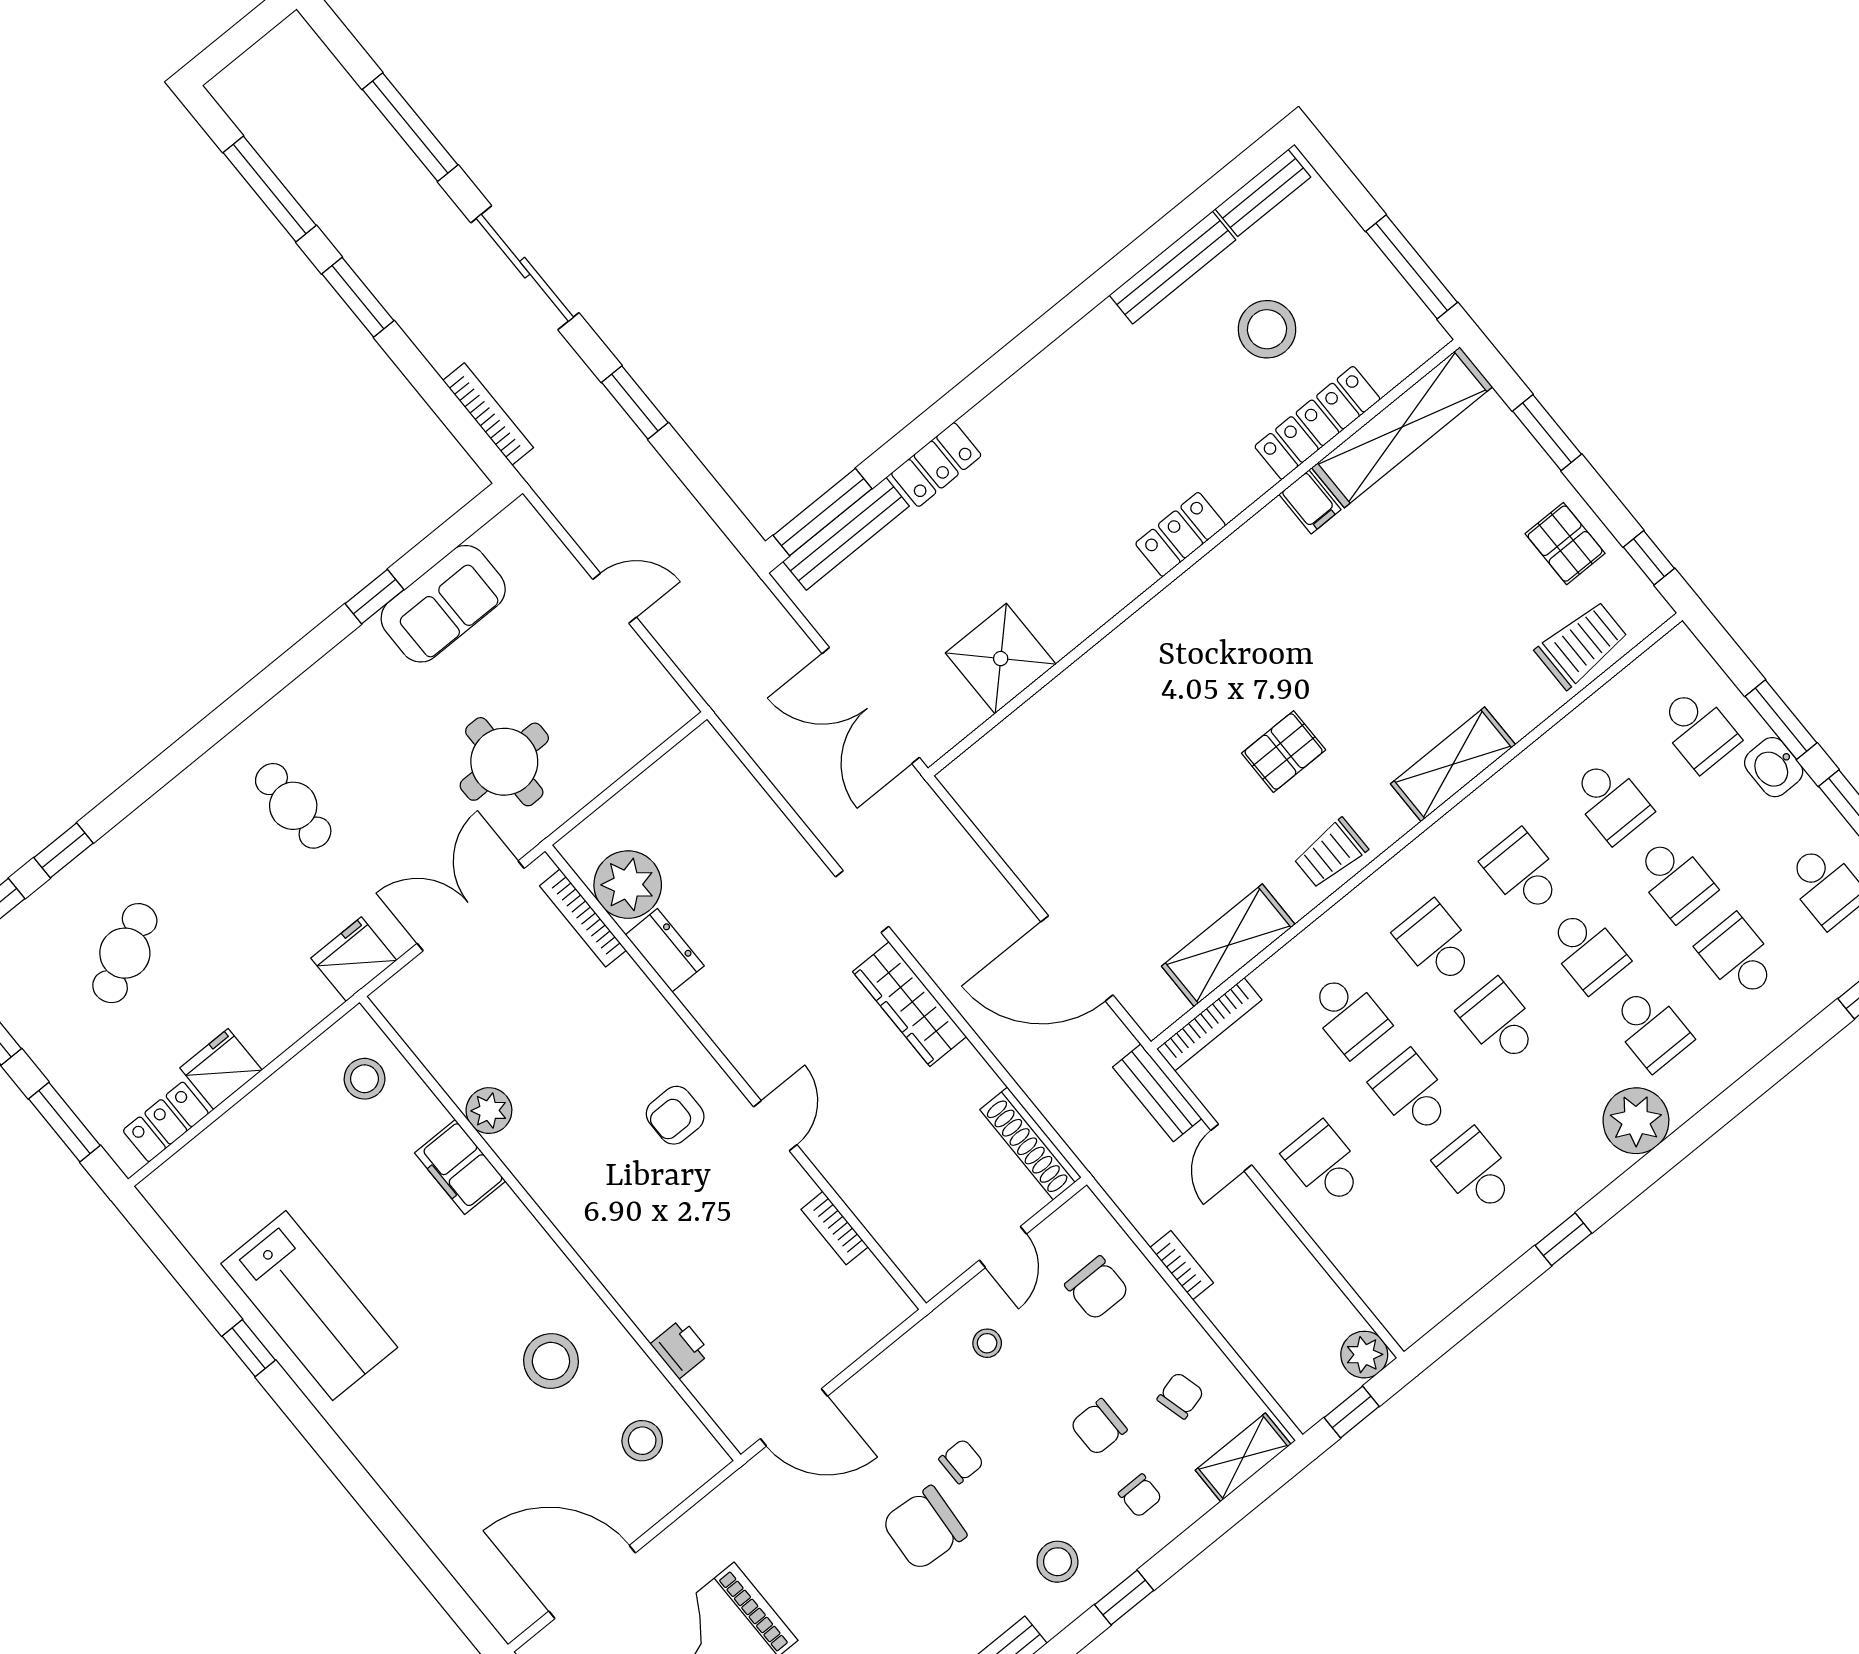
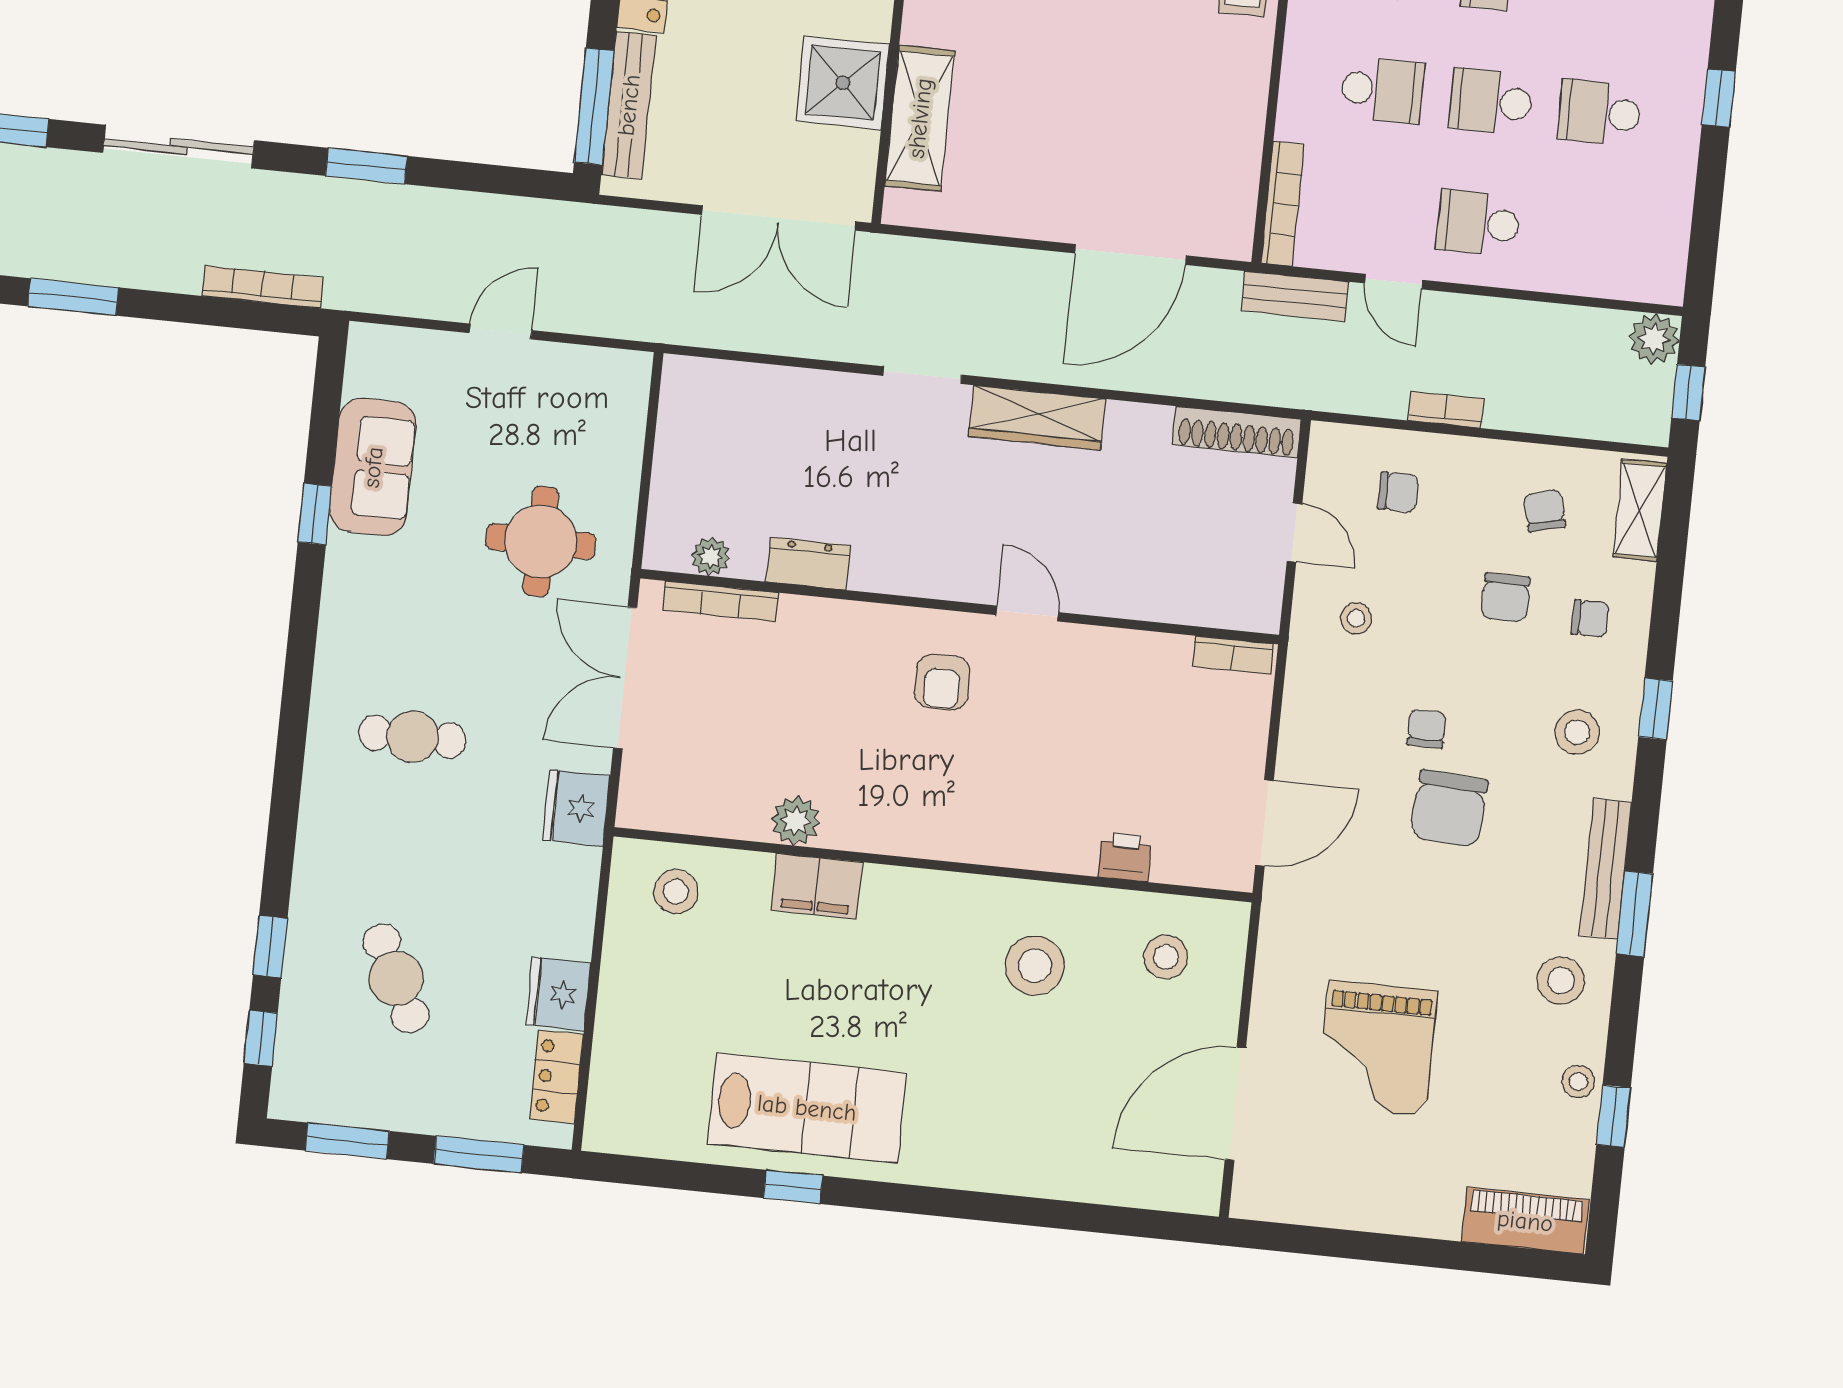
plant: (628, 885) -> (711, 557), width x0.53, depth x0.53
shelving: (1228, 945) -> (920, 118), moved
bookcase: (835, 1228) -> (1233, 655), moved
chair: (1097, 1288) -> (1398, 492), width x0.73, depth x0.73

